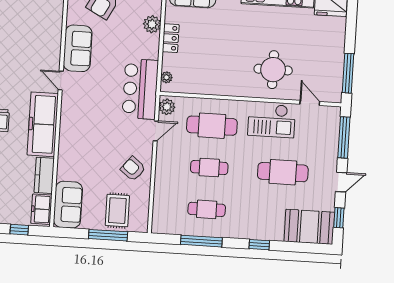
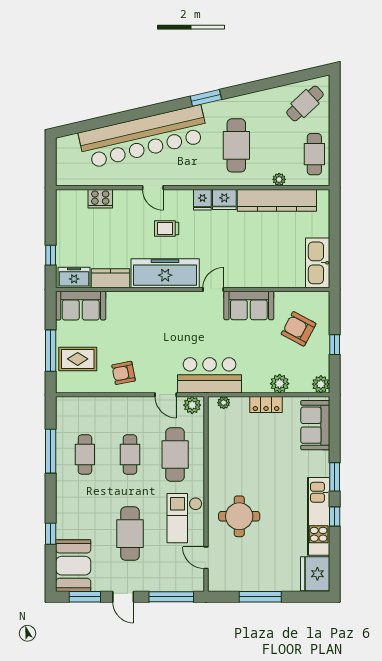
window: (348, 73) -> (260, 597), moved
door: (310, 103) -> (206, 558), swing flipped
armchair: (133, 169) -> (124, 373), turned -140
window: (339, 218) -> (85, 597), width x1.50
window: (259, 245) -> (51, 534), moved

